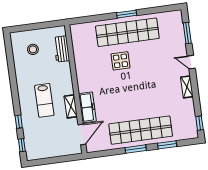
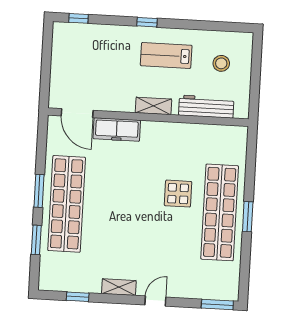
window: (187, 33) -> (217, 305), moved
workbench: (61, 49) -> (206, 107), width x1.37
lab bench: (44, 100) -> (166, 55), moved
shelving: (71, 106) -> (153, 106), moved
window: (19, 122) -> (147, 22), moved
window: (199, 123) -> (78, 297), moved

